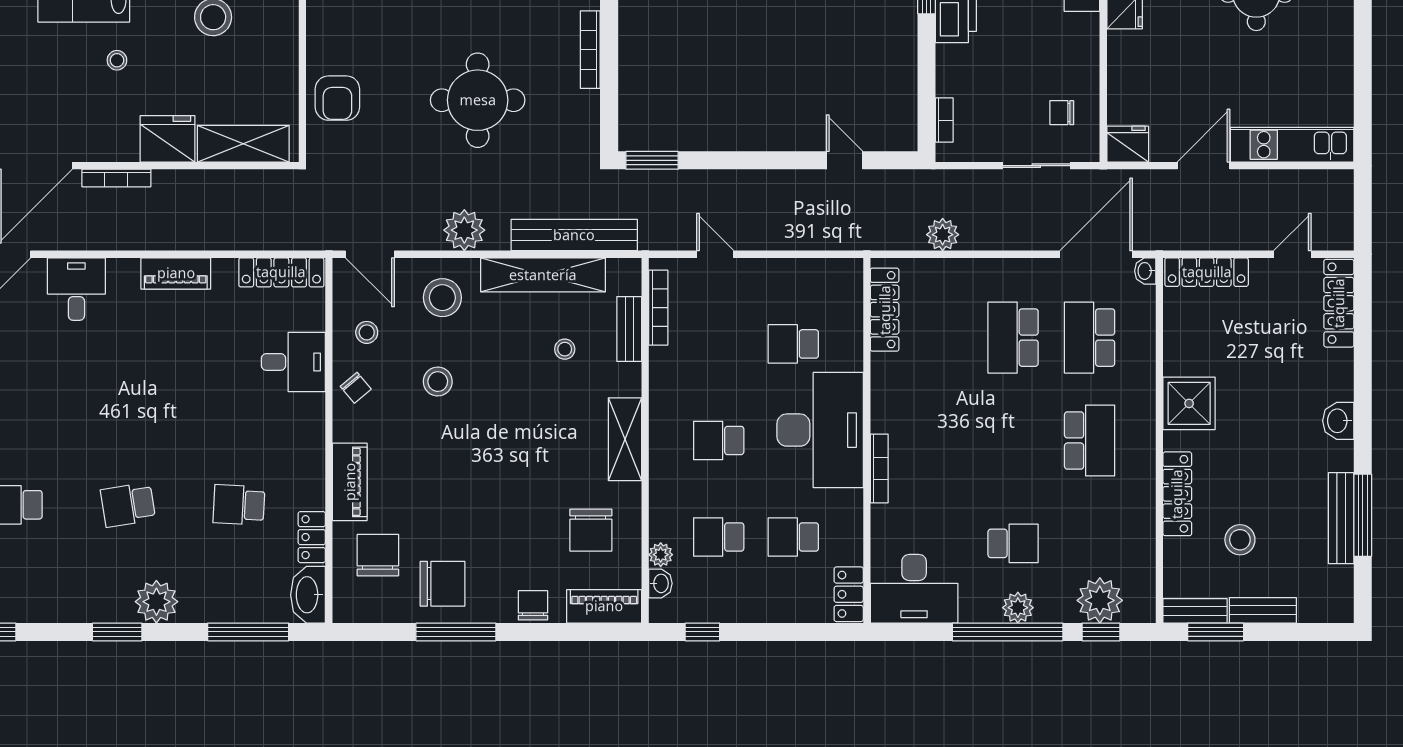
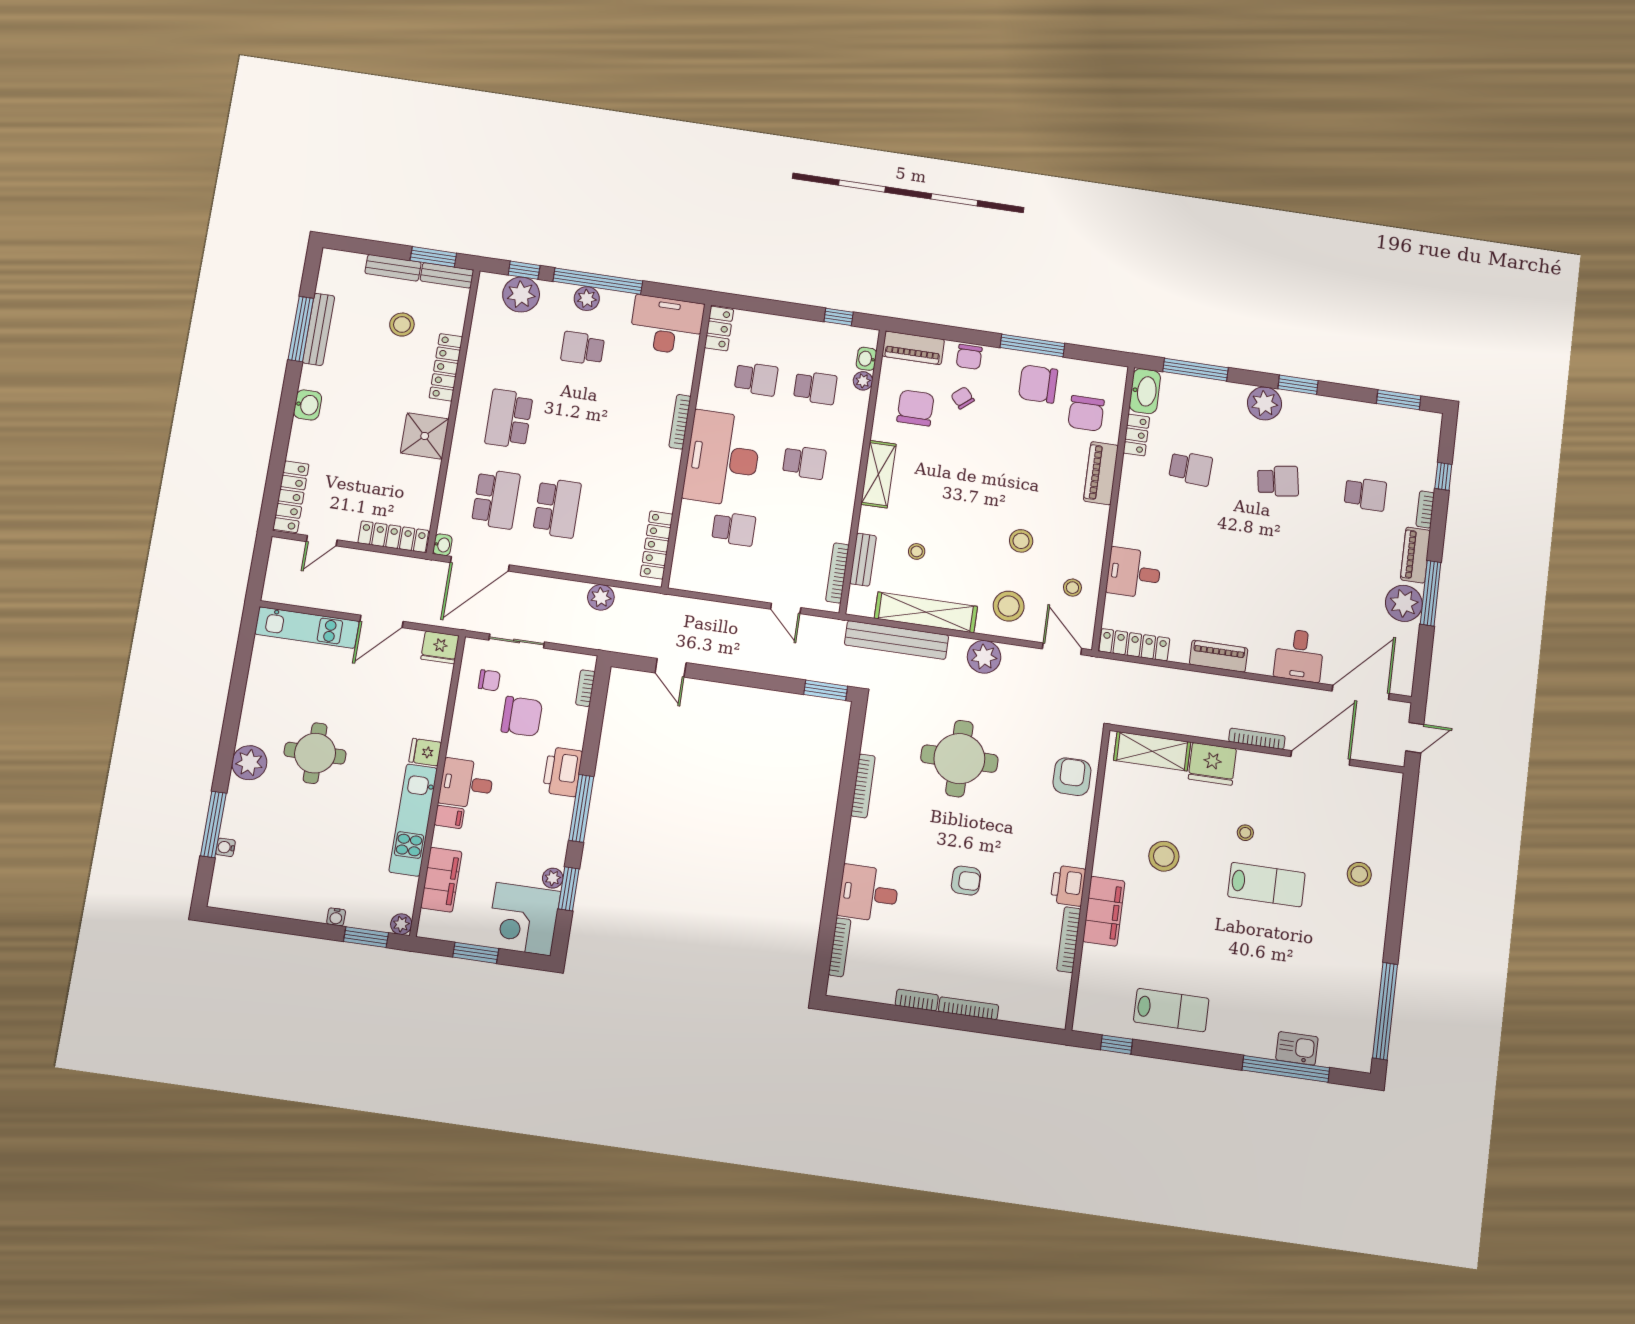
chair: (1015, 74) -> (522, 716), added
chair: (356, 388) -> (963, 398), moved

